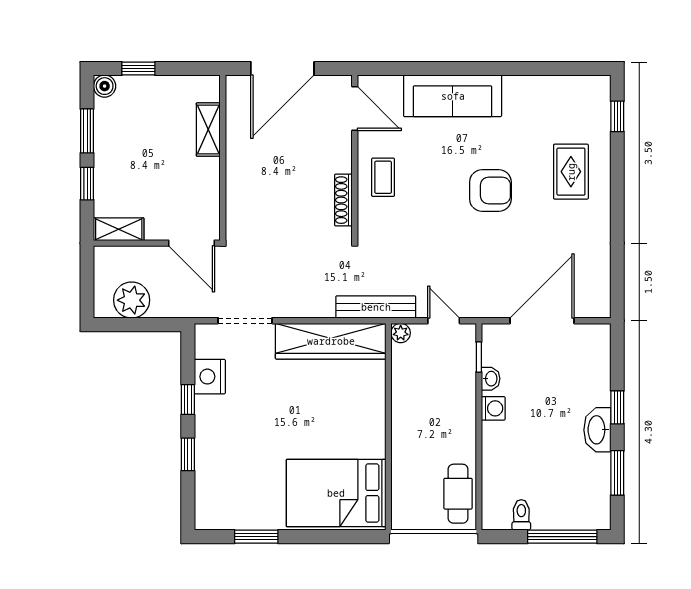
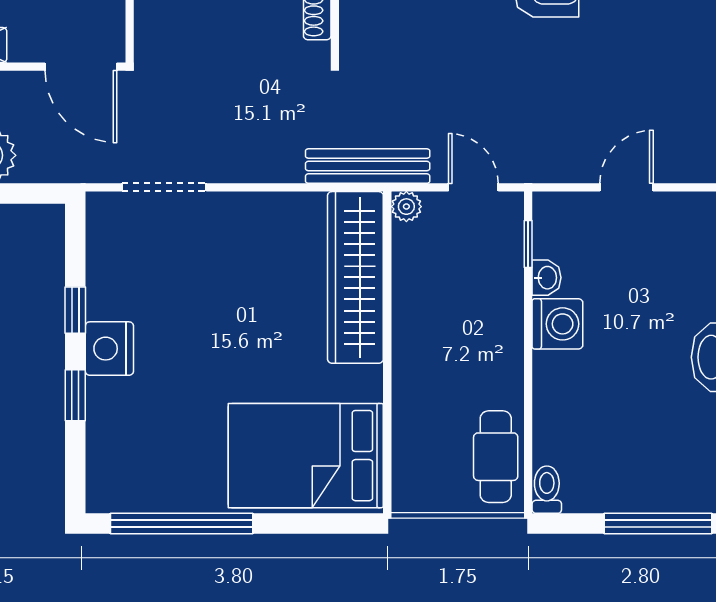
door: (542, 321) -> (627, 187), width x0.53
wardrobe: (331, 341) -> (355, 277), moved, turned 90
nightstand: (210, 377) -> (109, 349), moved
washing machine: (493, 408) -> (557, 324), width x1.38, depth x1.38
toilet: (521, 515) -> (547, 490), moved
window: (256, 537) -> (182, 524), width x2.11

